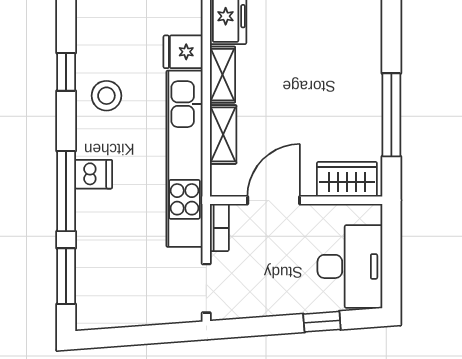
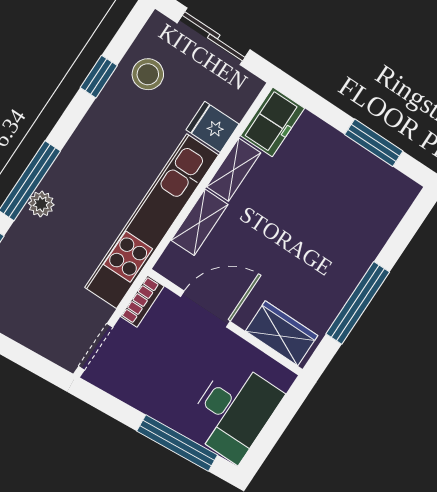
stool: (106, 96) -> (148, 74), moved
dishwasher: (94, 174) -> (63, 182), removed
plant: (88, 203) -> (41, 204), added
window: (322, 322) -> (177, 443), width x2.17

